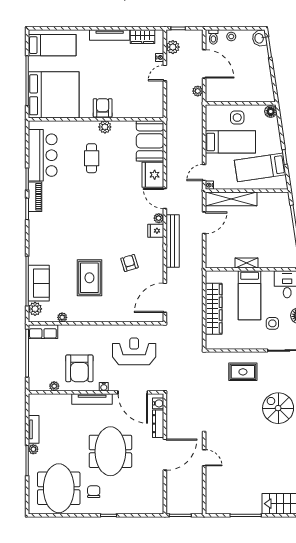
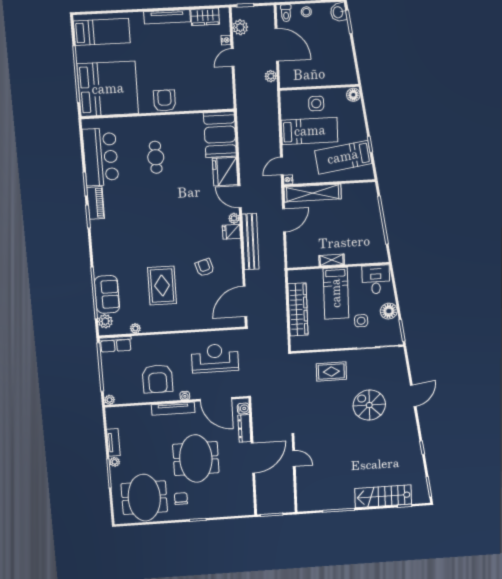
plant: (105, 127) -> (168, 122), removed
plant: (54, 386) -> (110, 400), moved

